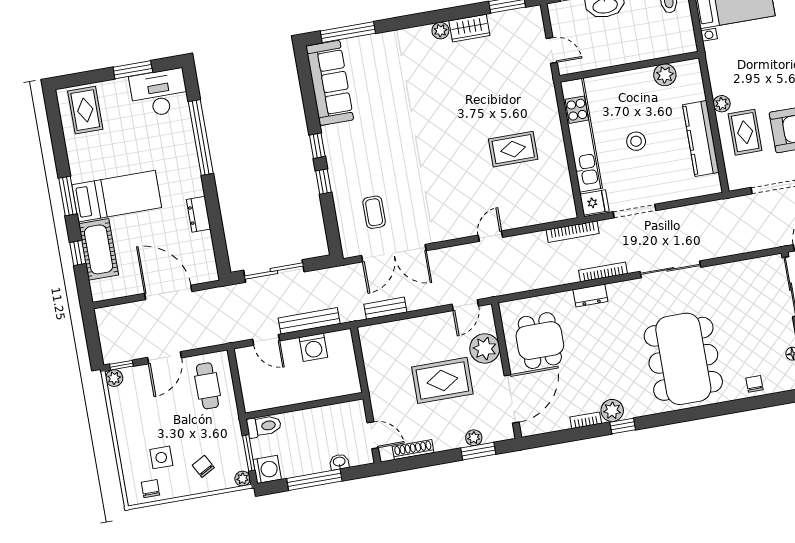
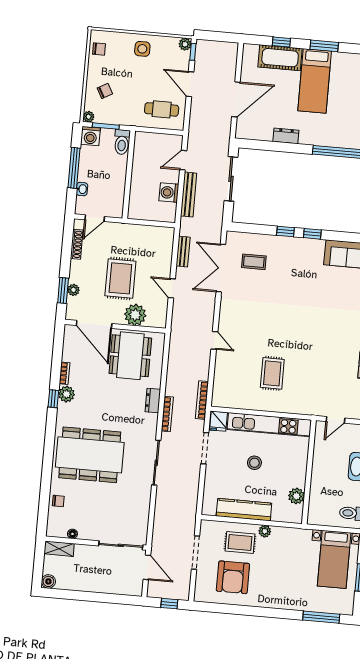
door: (465, 305) -> (172, 288), moved
dining table: (540, 341) -> (130, 356), width x1.38
side table: (161, 457) -> (142, 49), moved

